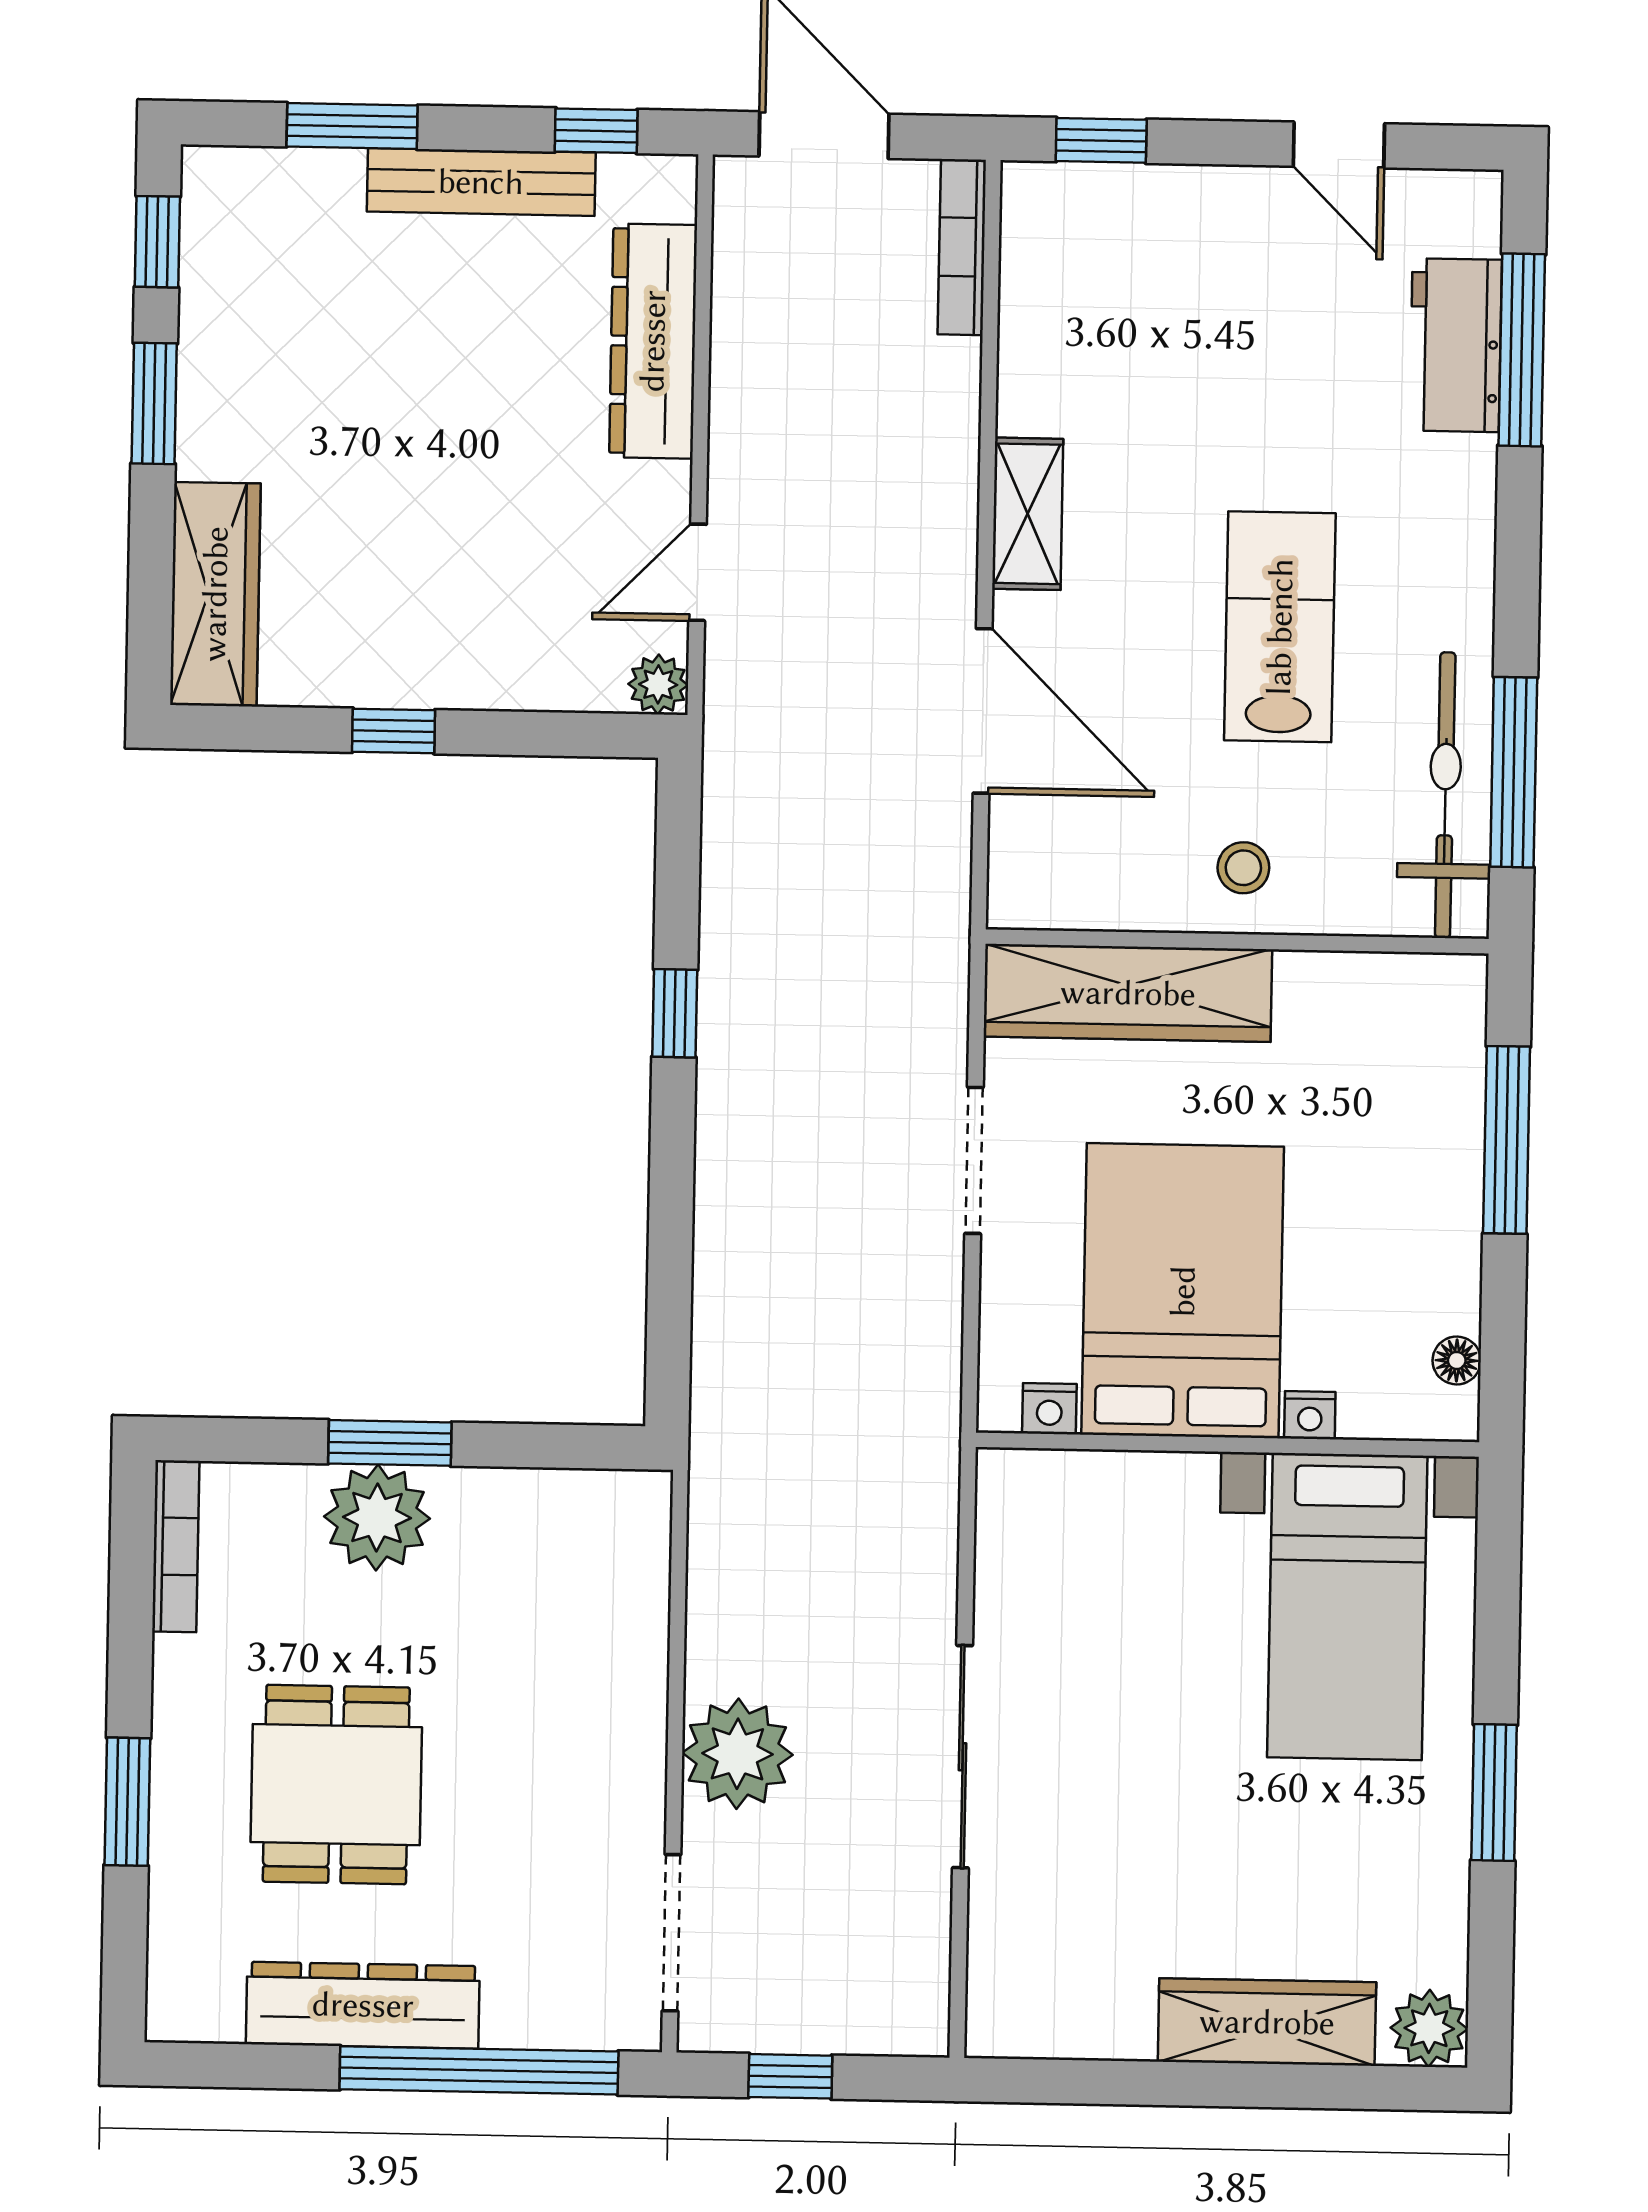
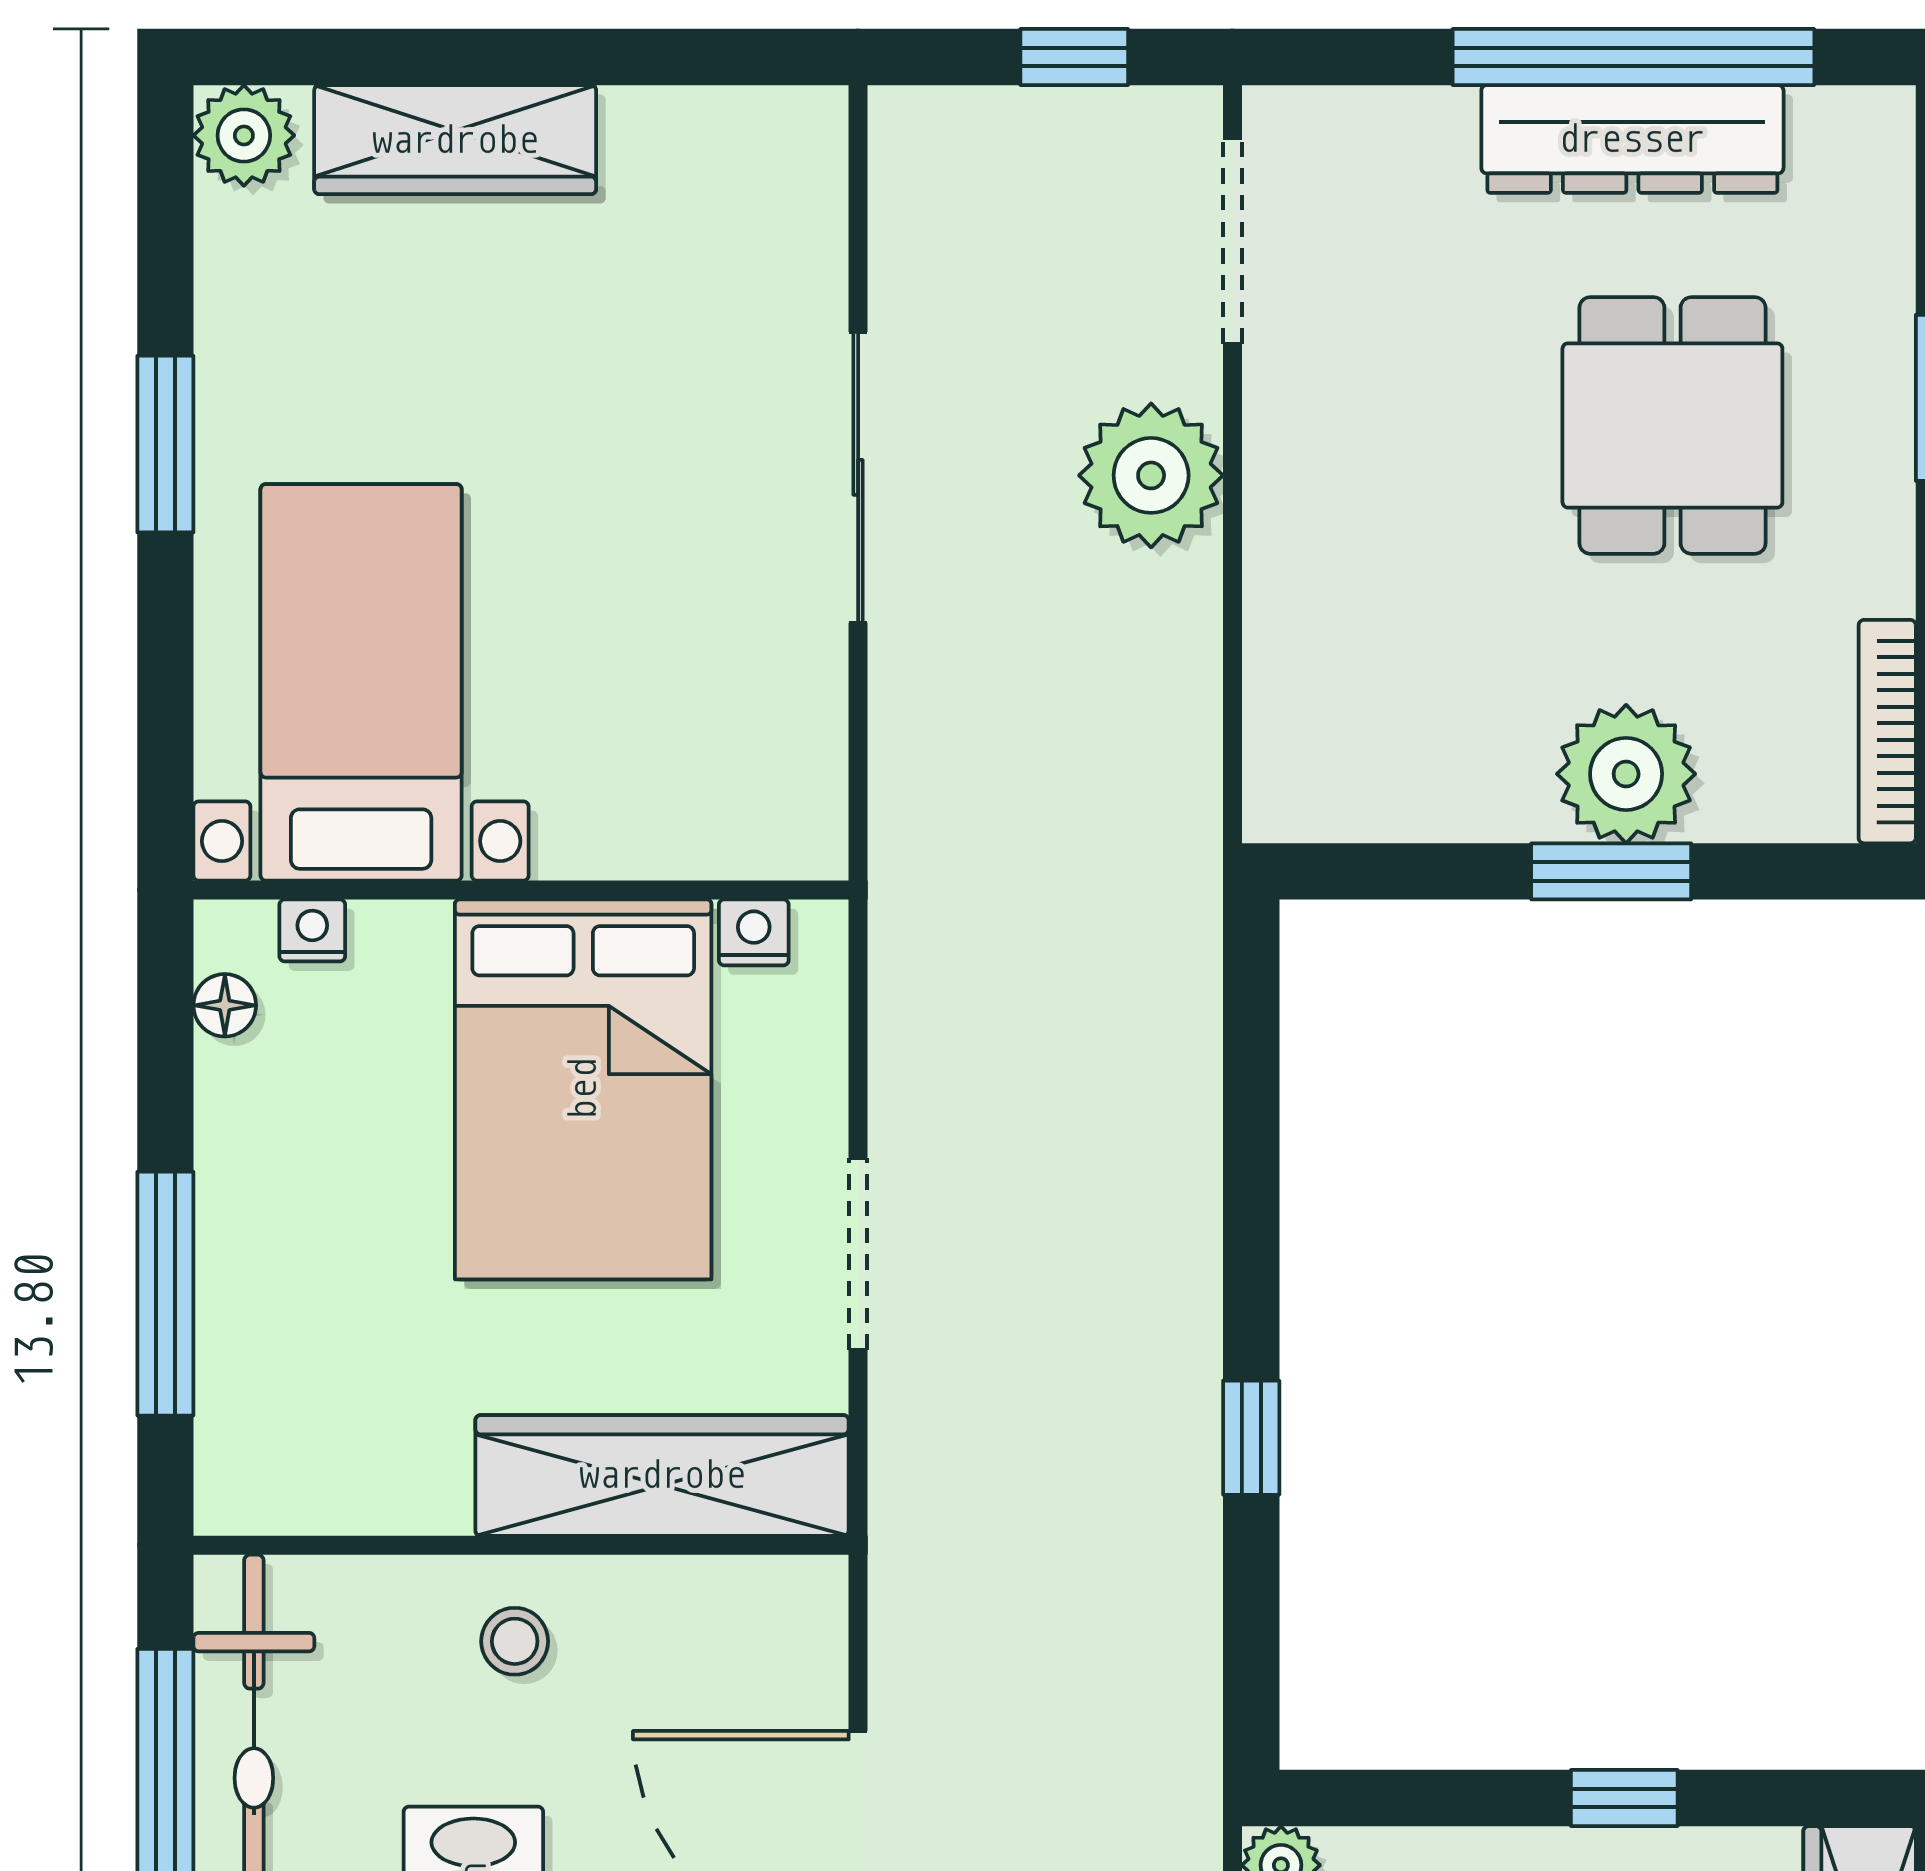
nightstand: (1310, 1415) -> (312, 930), moved
window: (479, 2070) -> (1633, 57), moved

